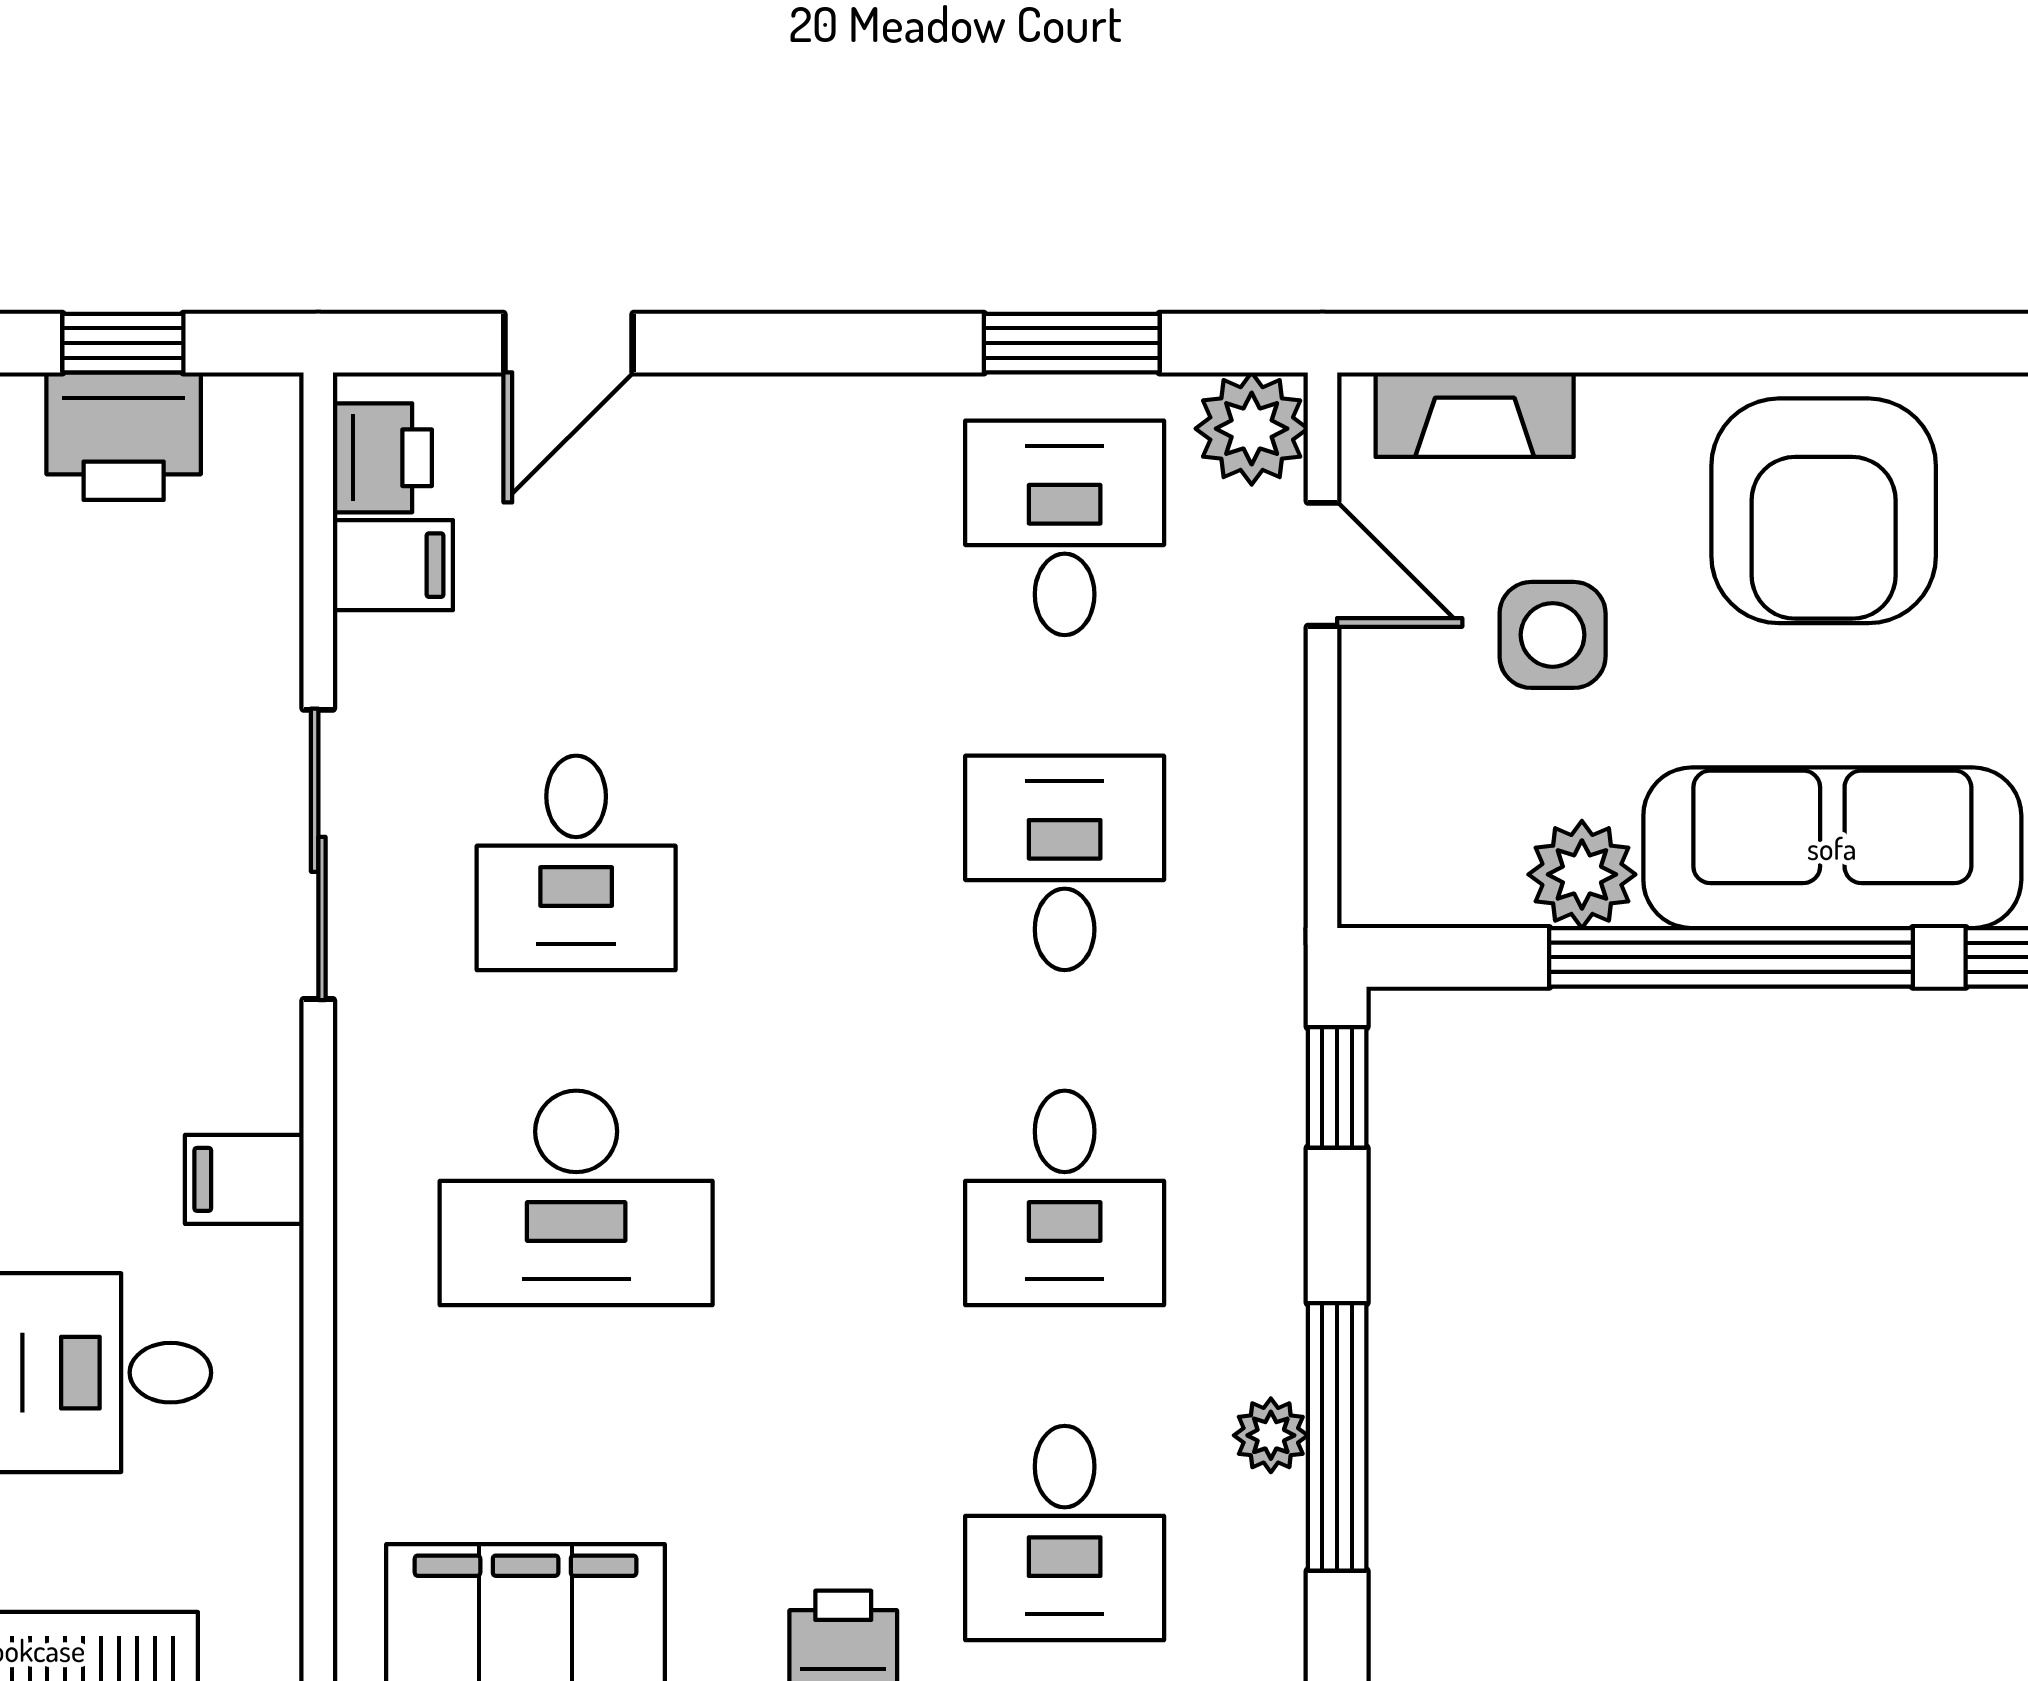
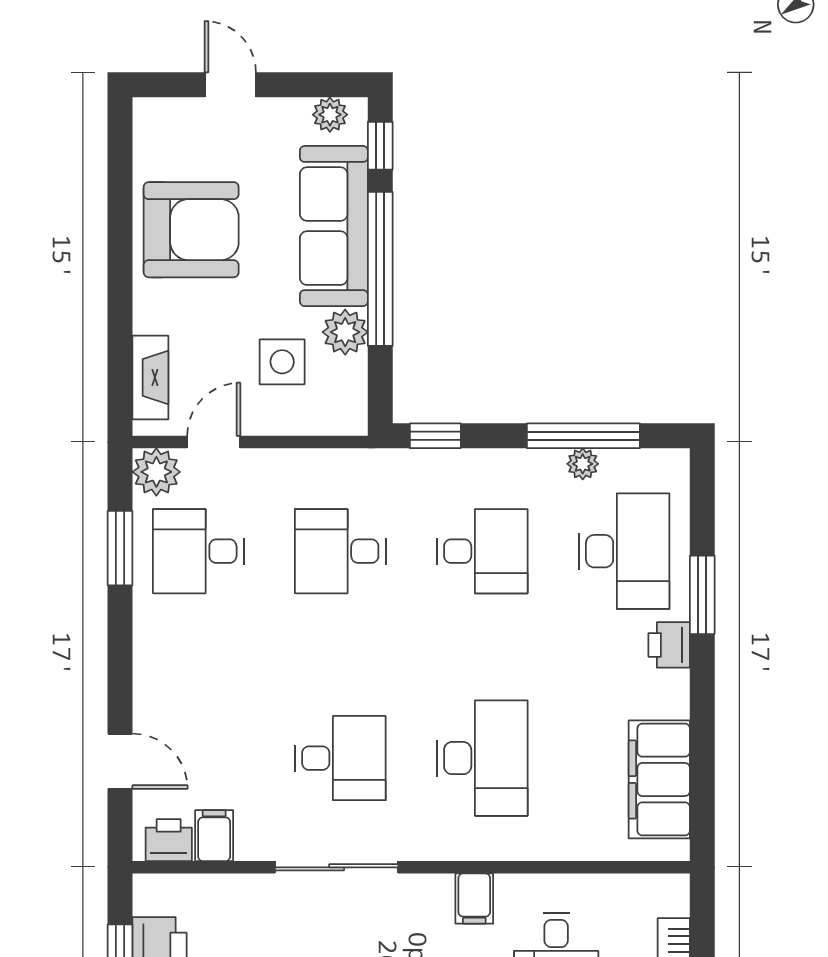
side table: (1553, 635) -> (282, 362), moved
desk: (1065, 1533) -> (624, 551), width x1.37

